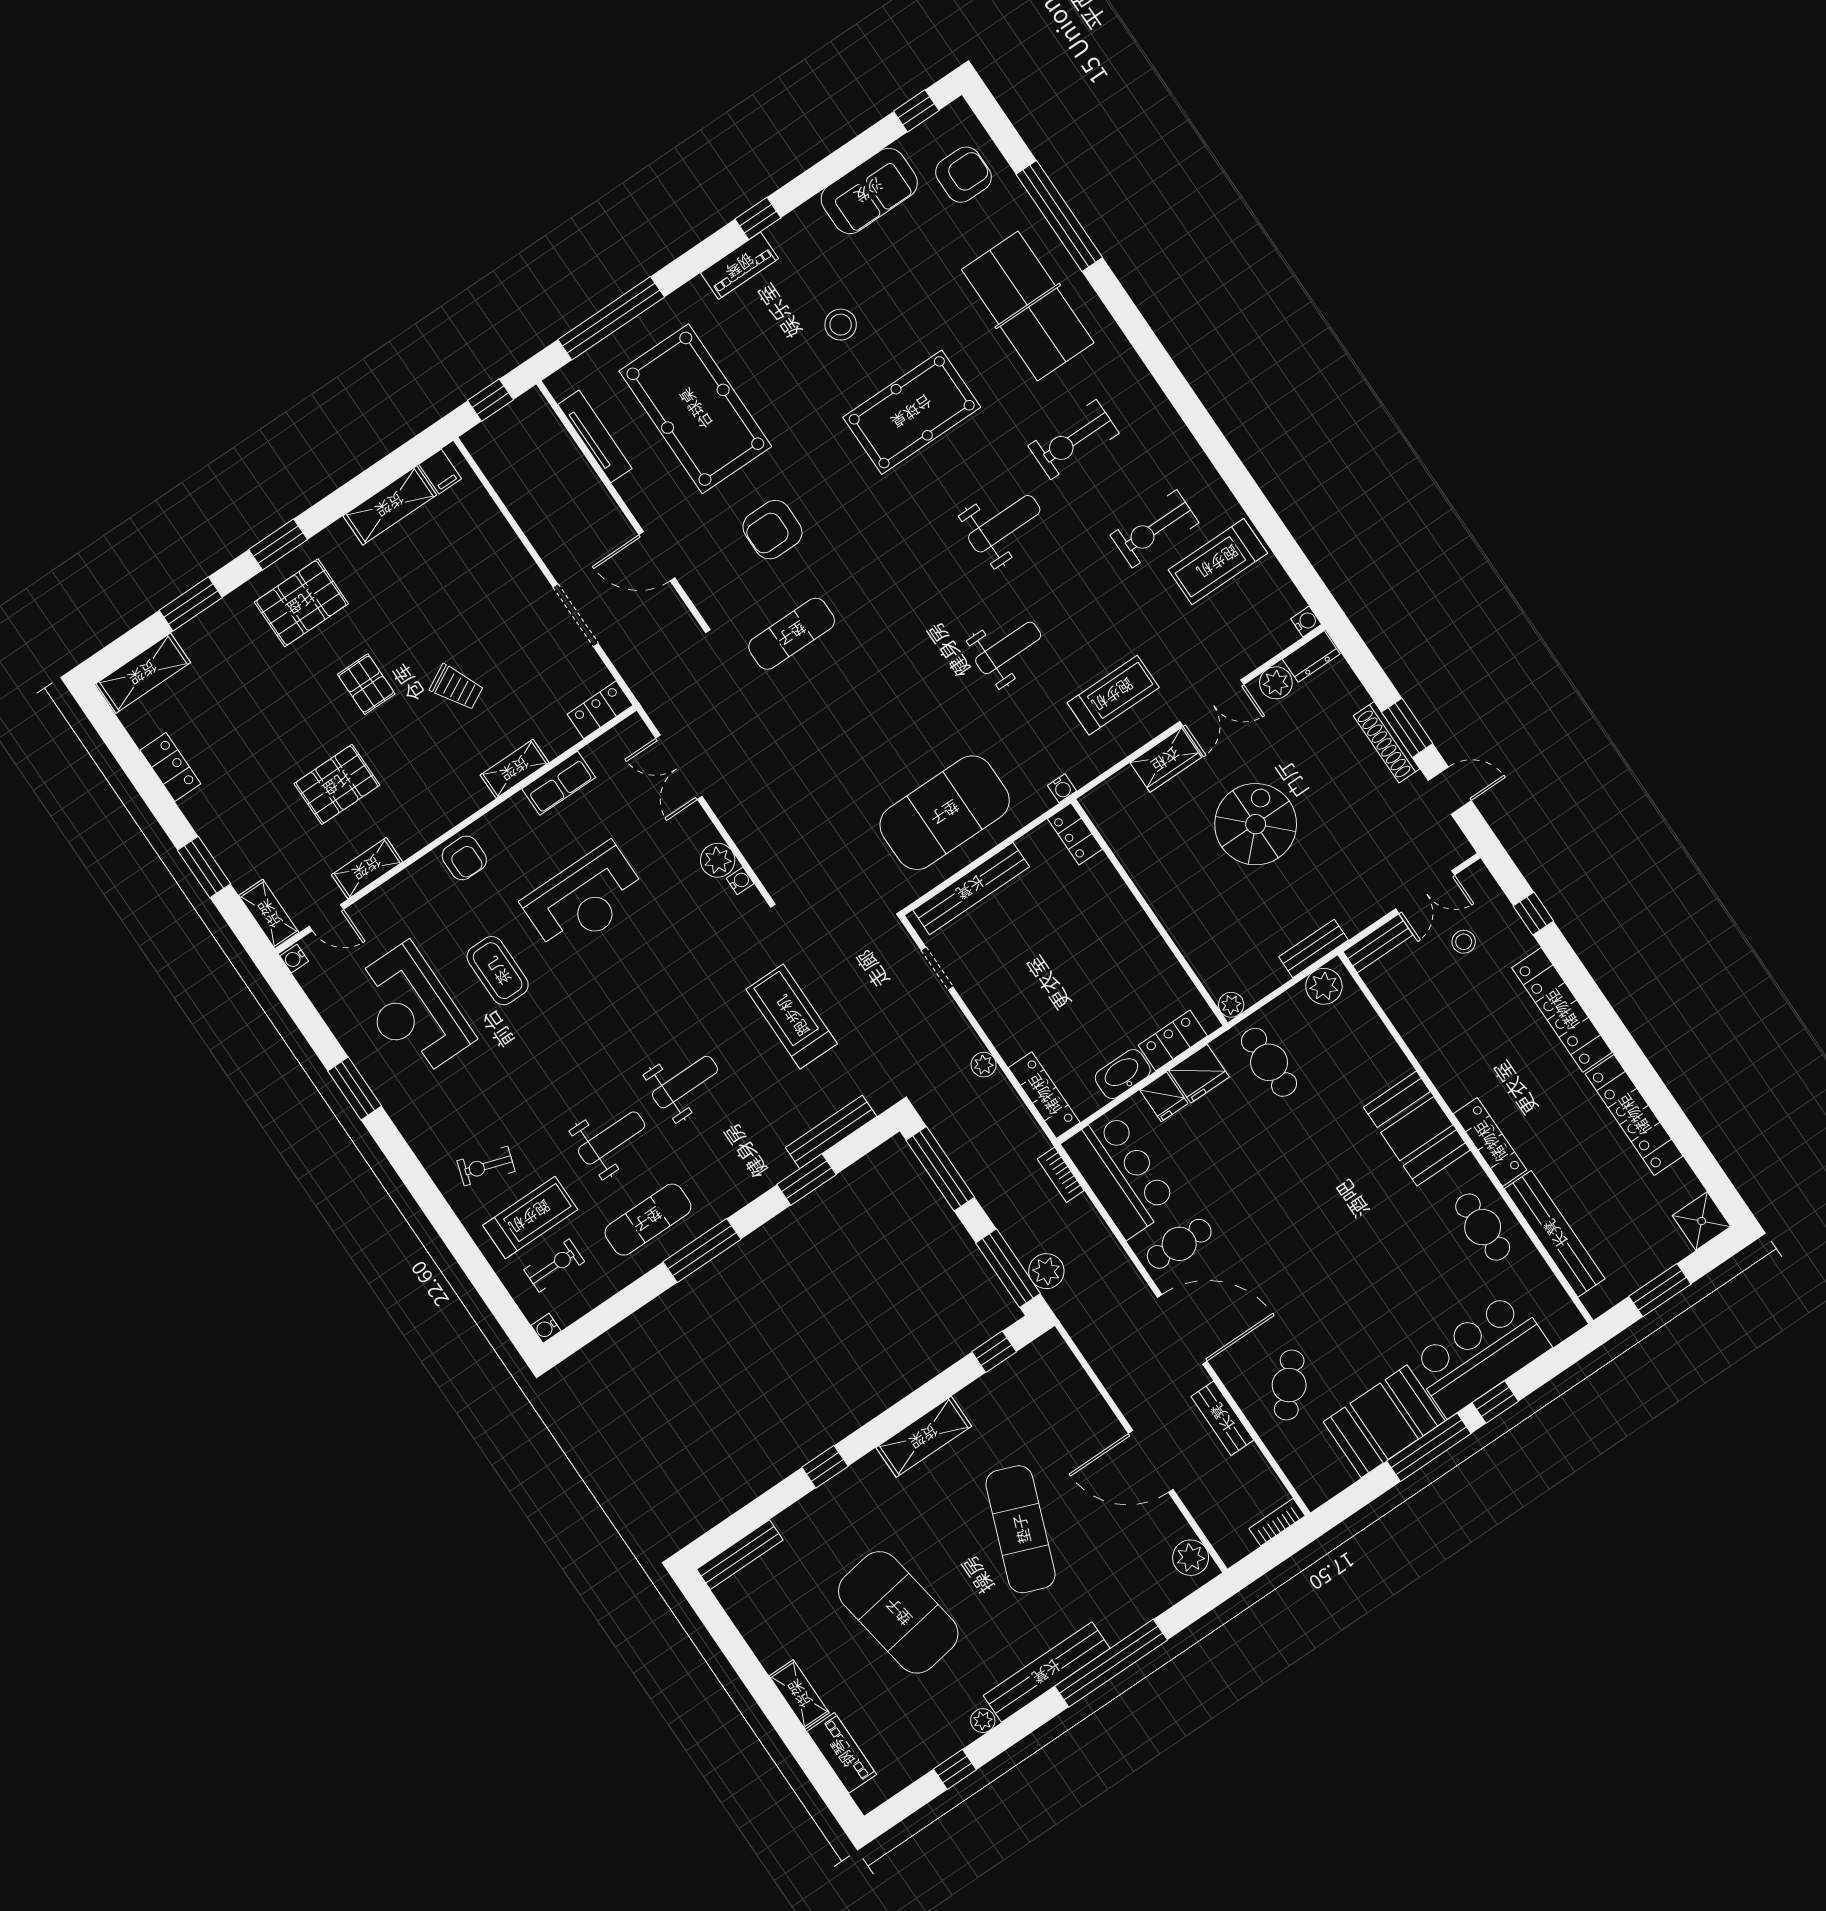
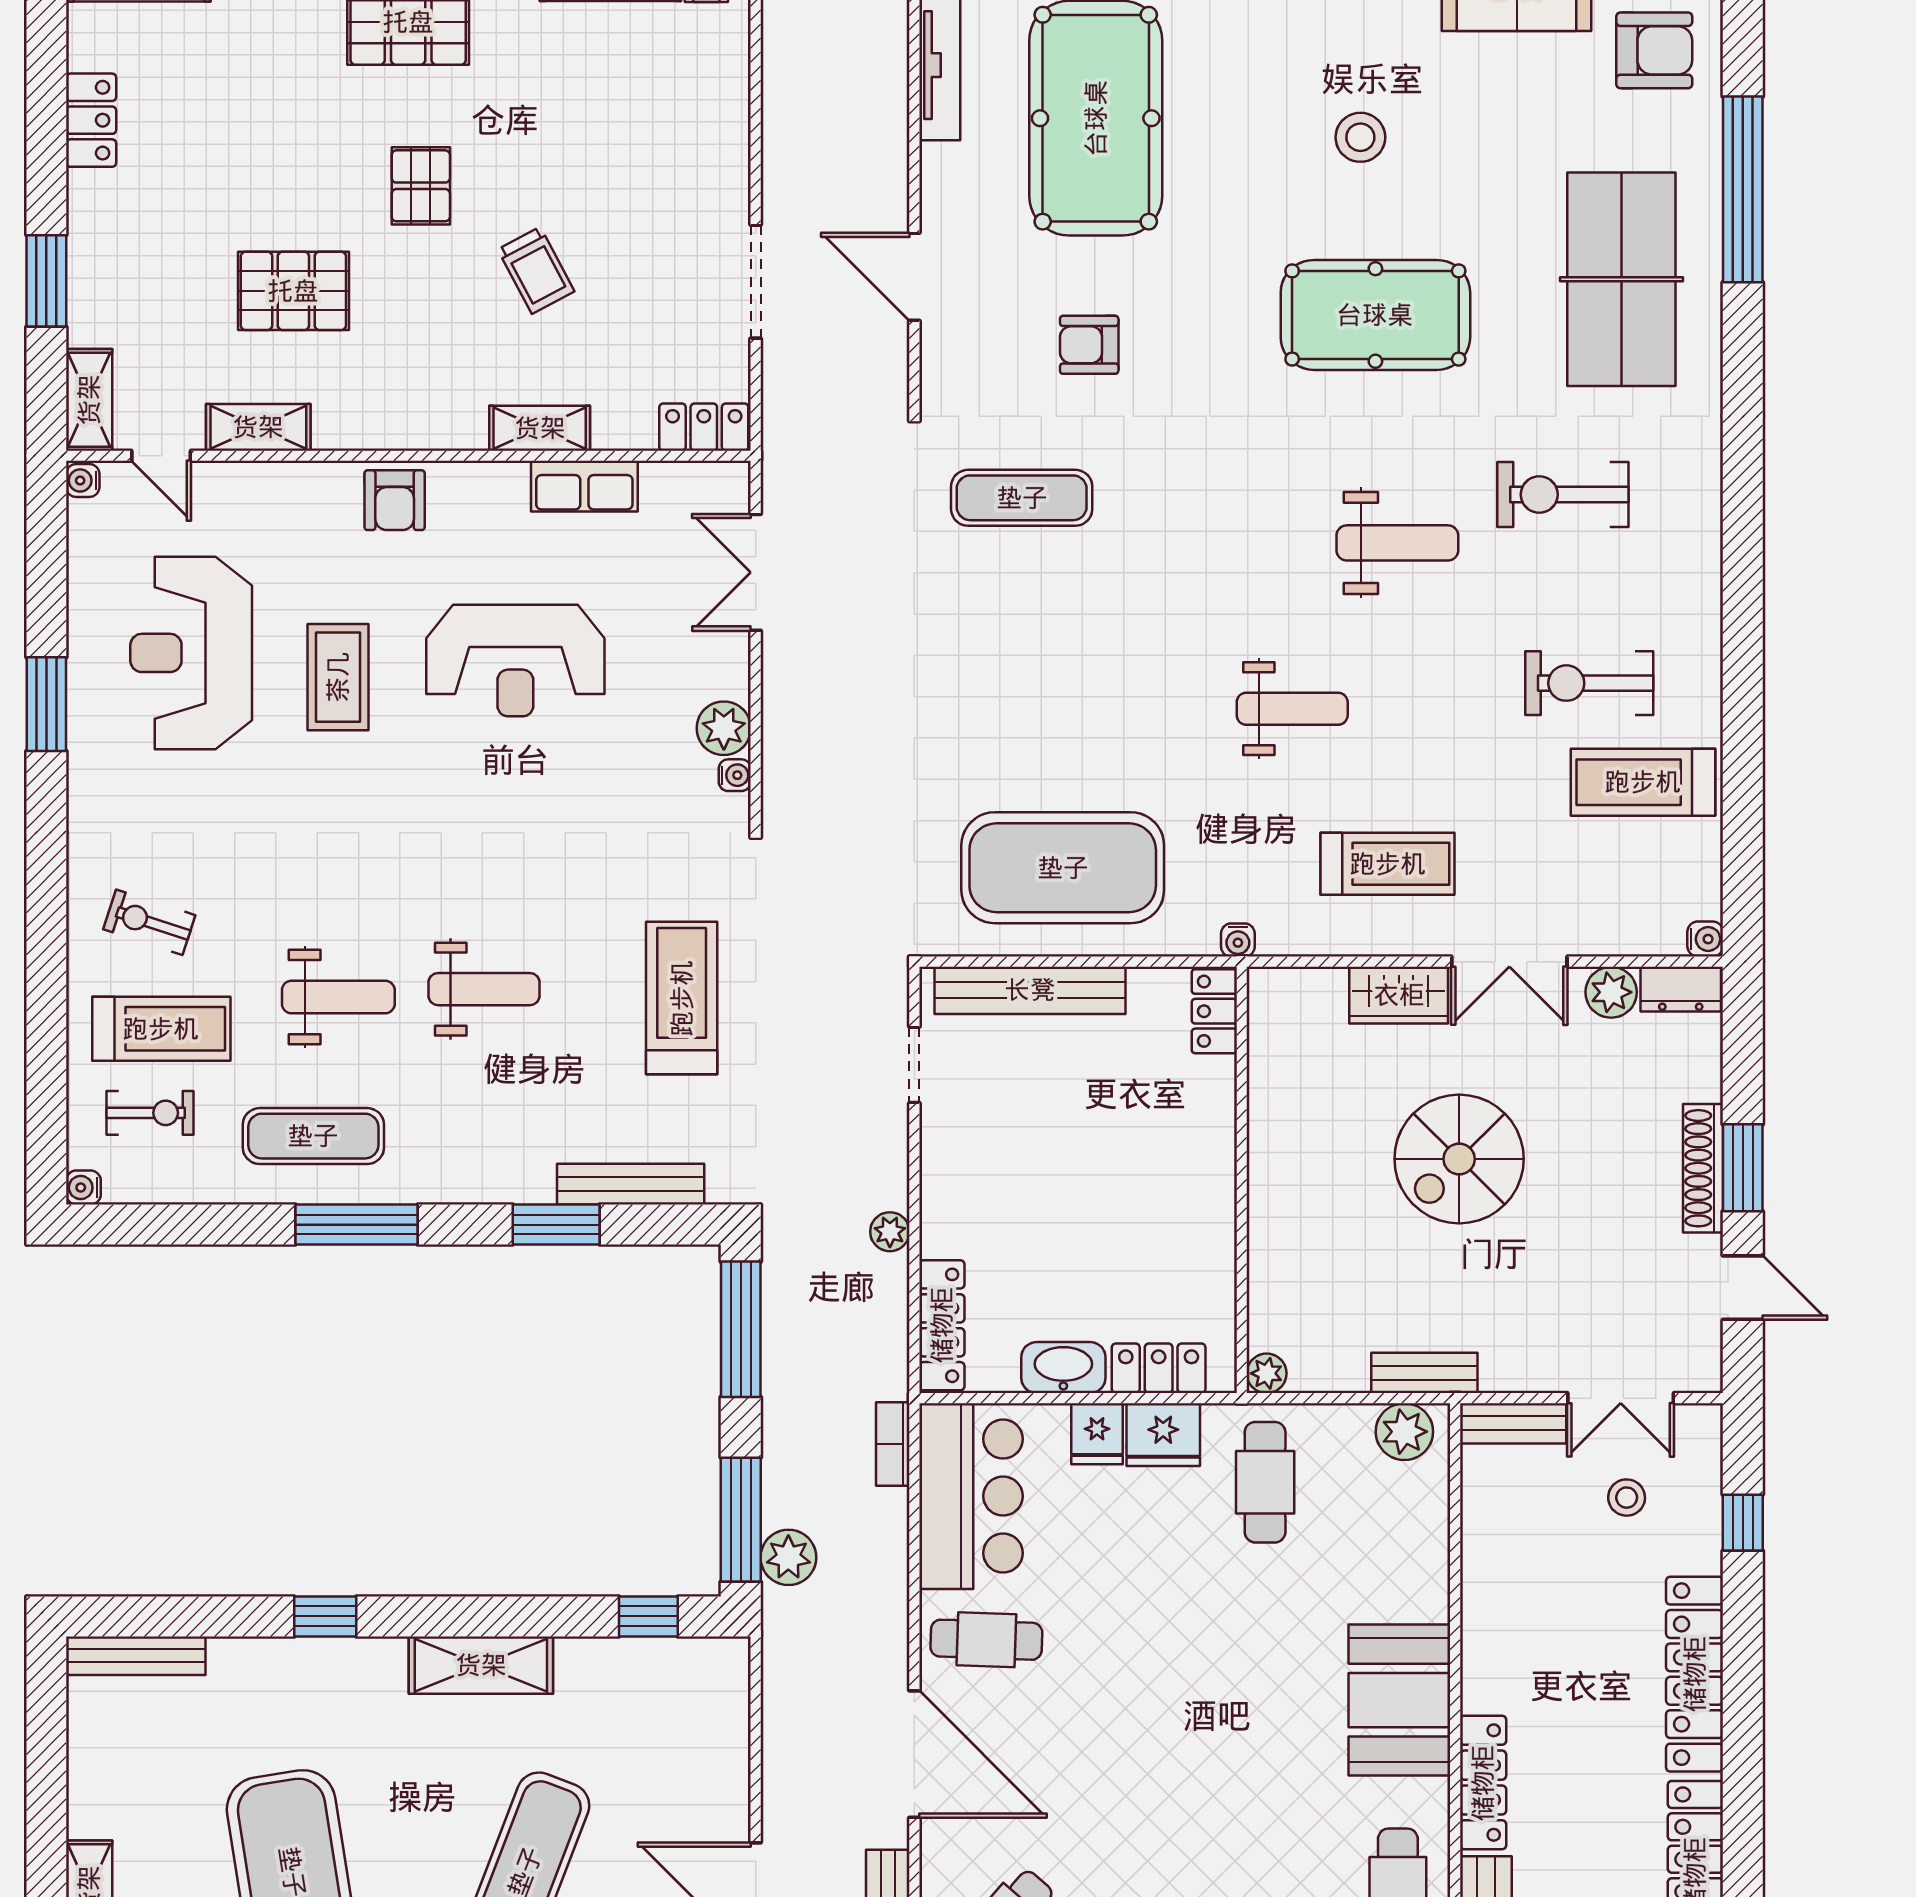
armchair: (772, 530) -> (1089, 345), width x0.72, depth x0.72
spiral stairs: (1256, 824) -> (1459, 1159), turned 180

